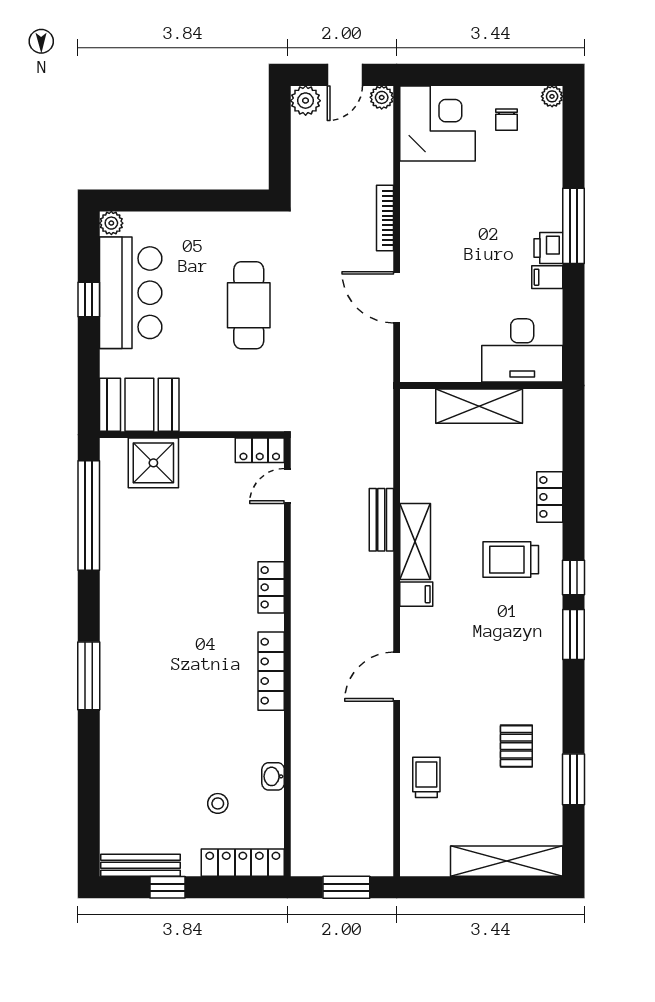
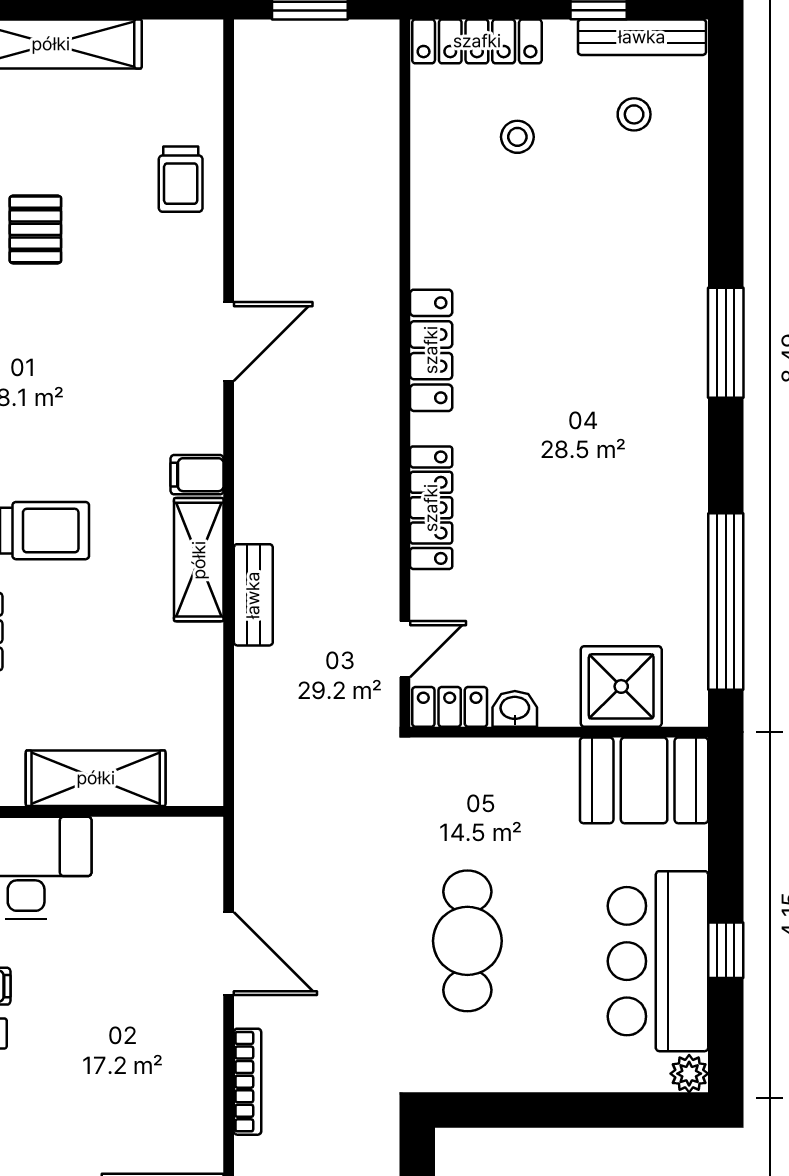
locker: (271, 587) -> (431, 508), width x1.53
washbasin: (273, 776) -> (515, 709), moved, turned -90
stool: (145, 817) -> (634, 114), added

